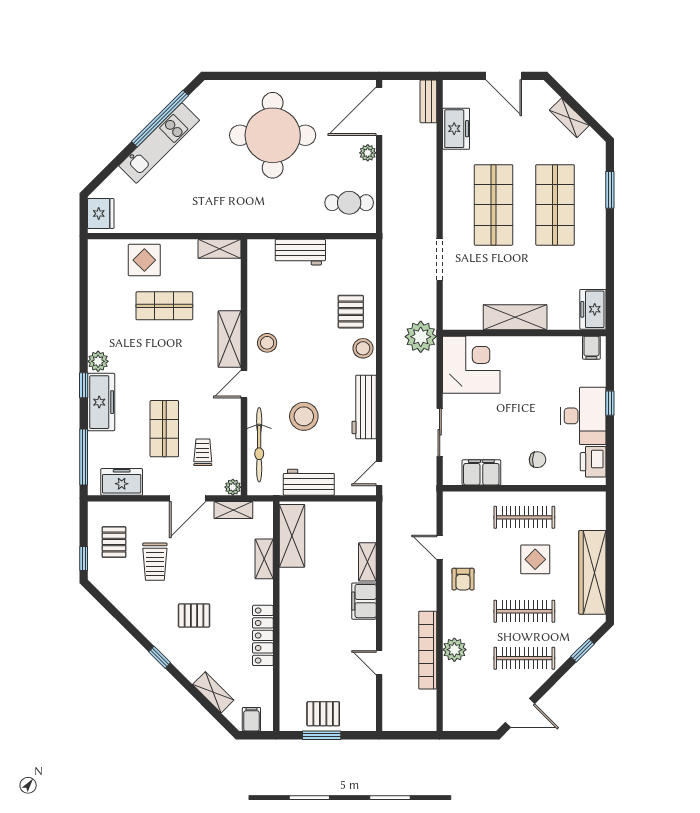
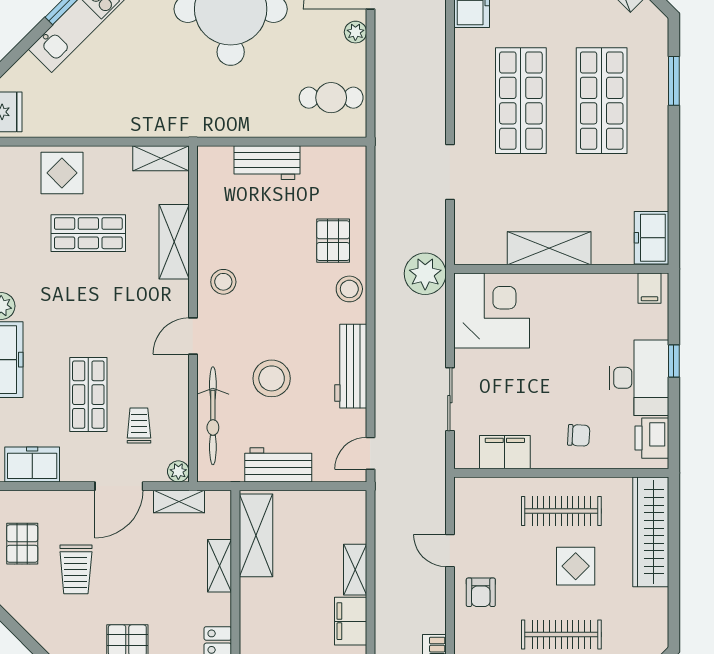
shelving: (230, 339) -> (174, 242), moved
wardrobe: (592, 572) -> (651, 532), moved

